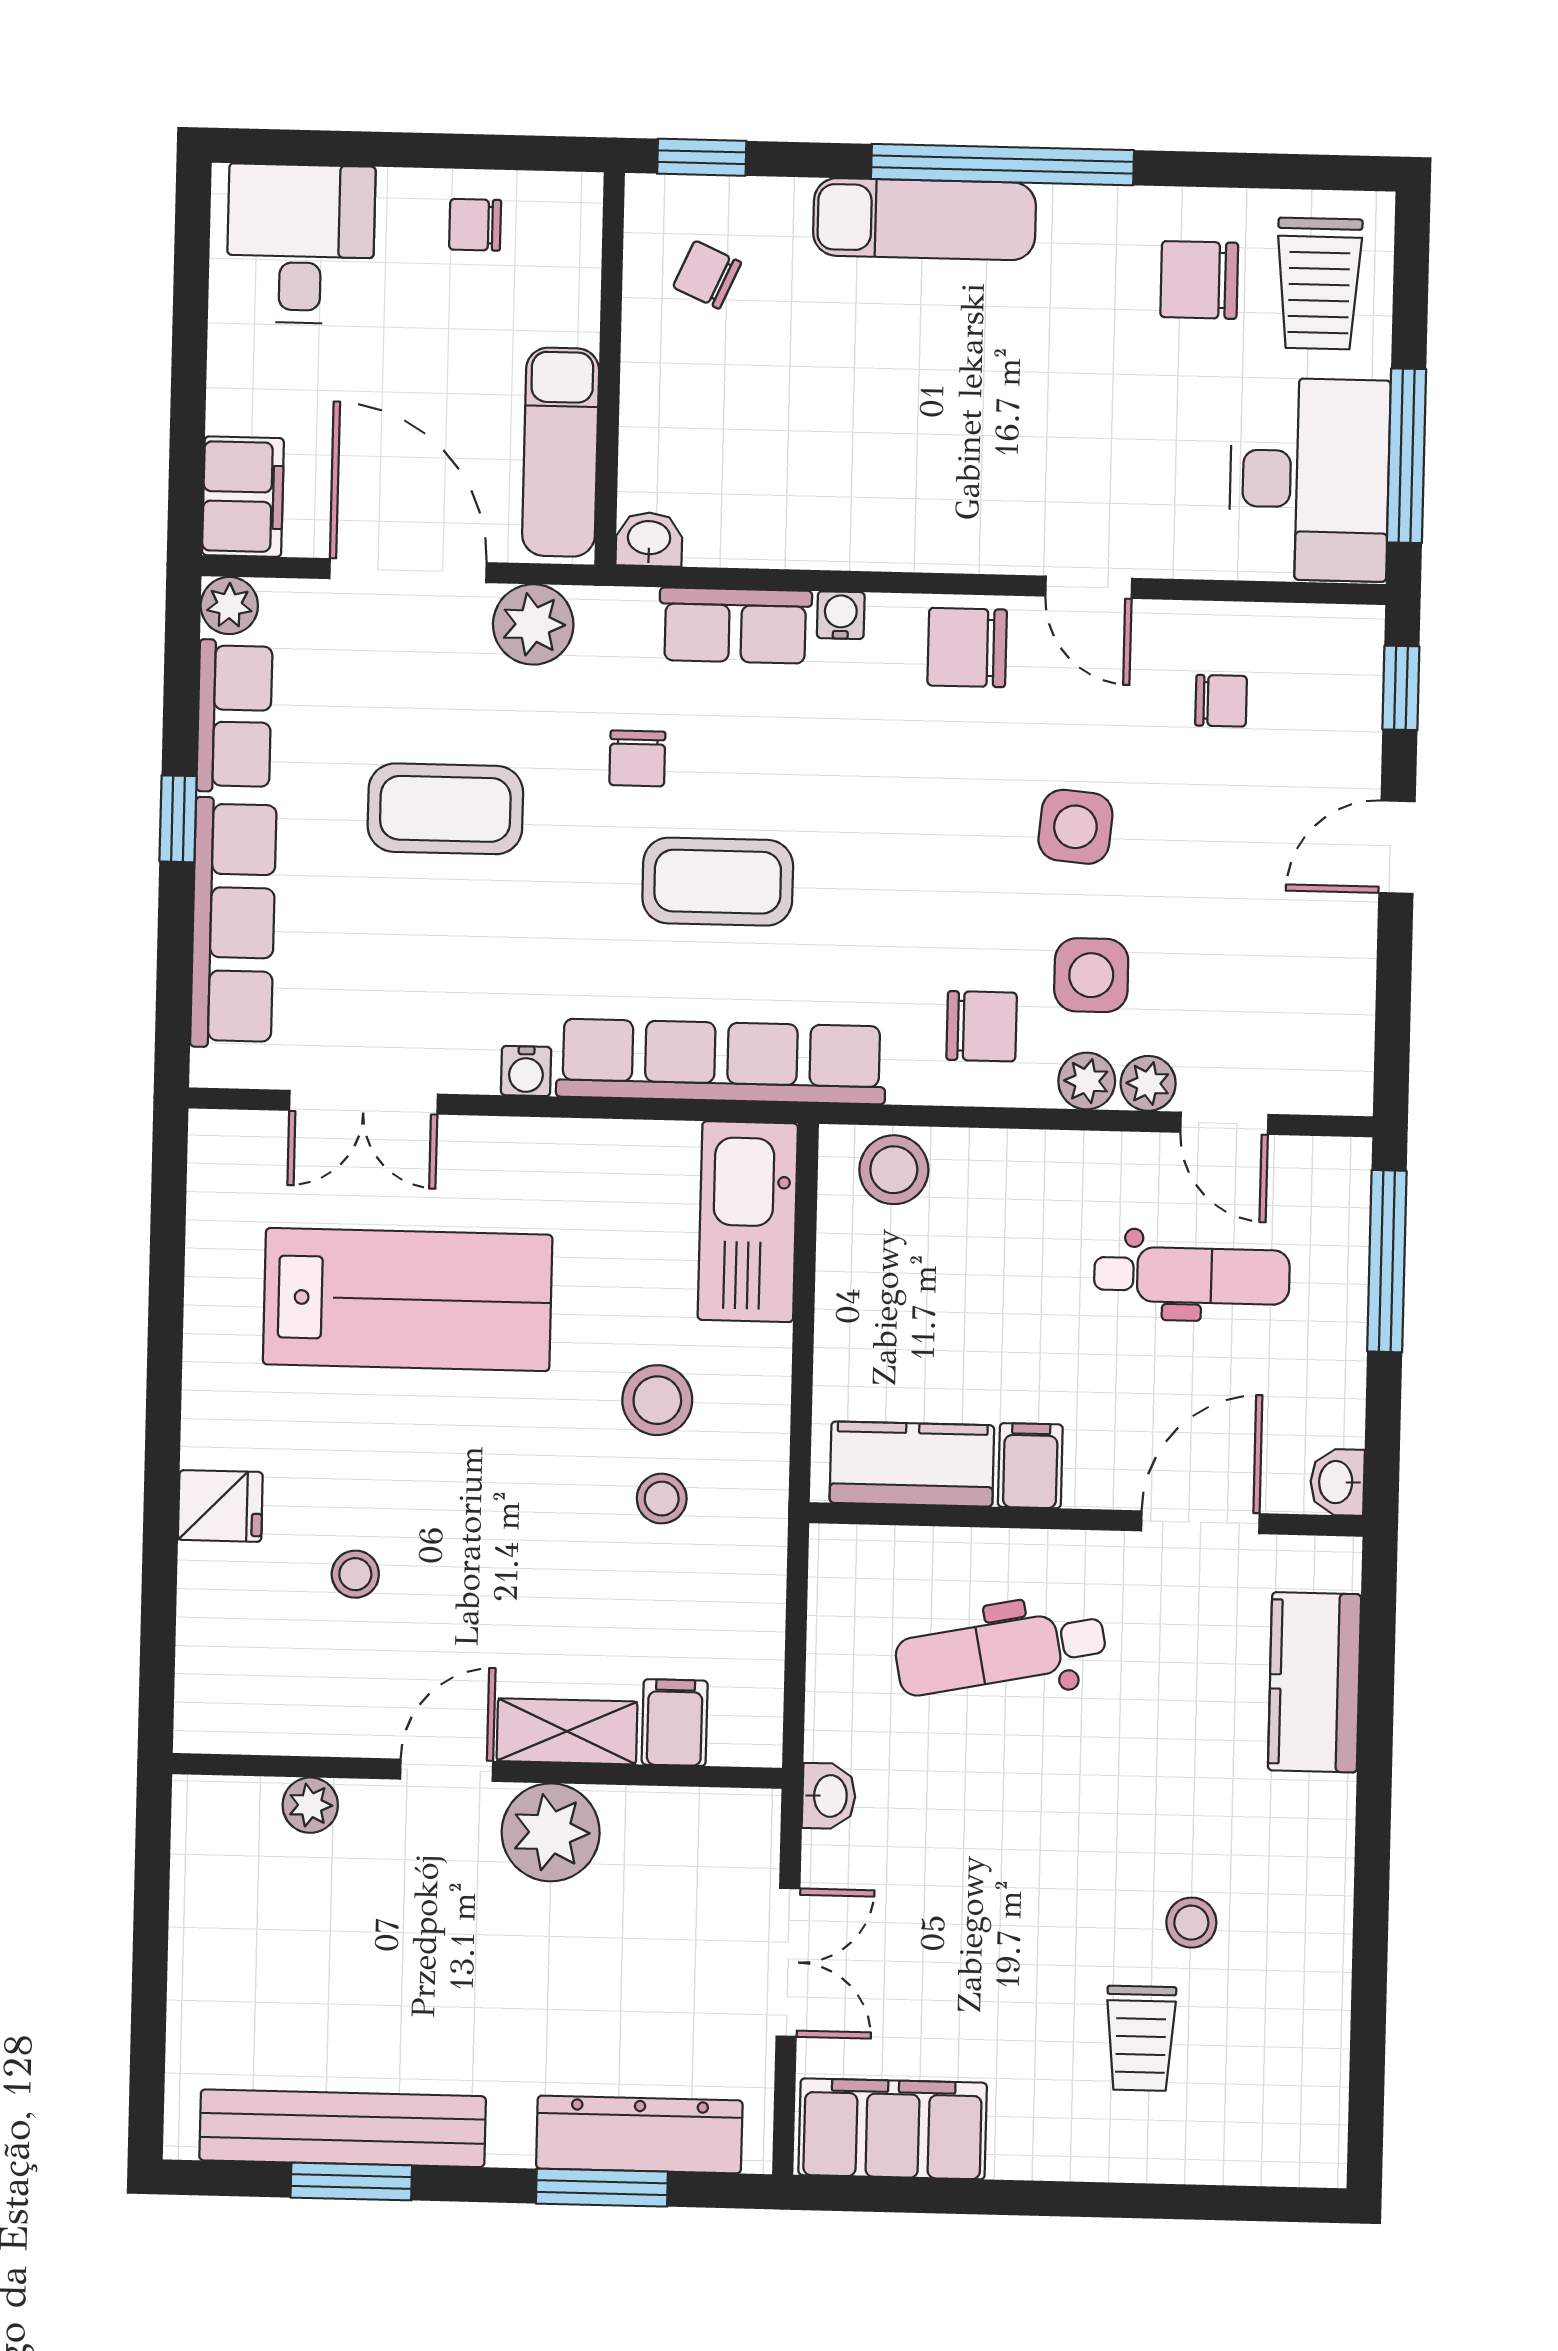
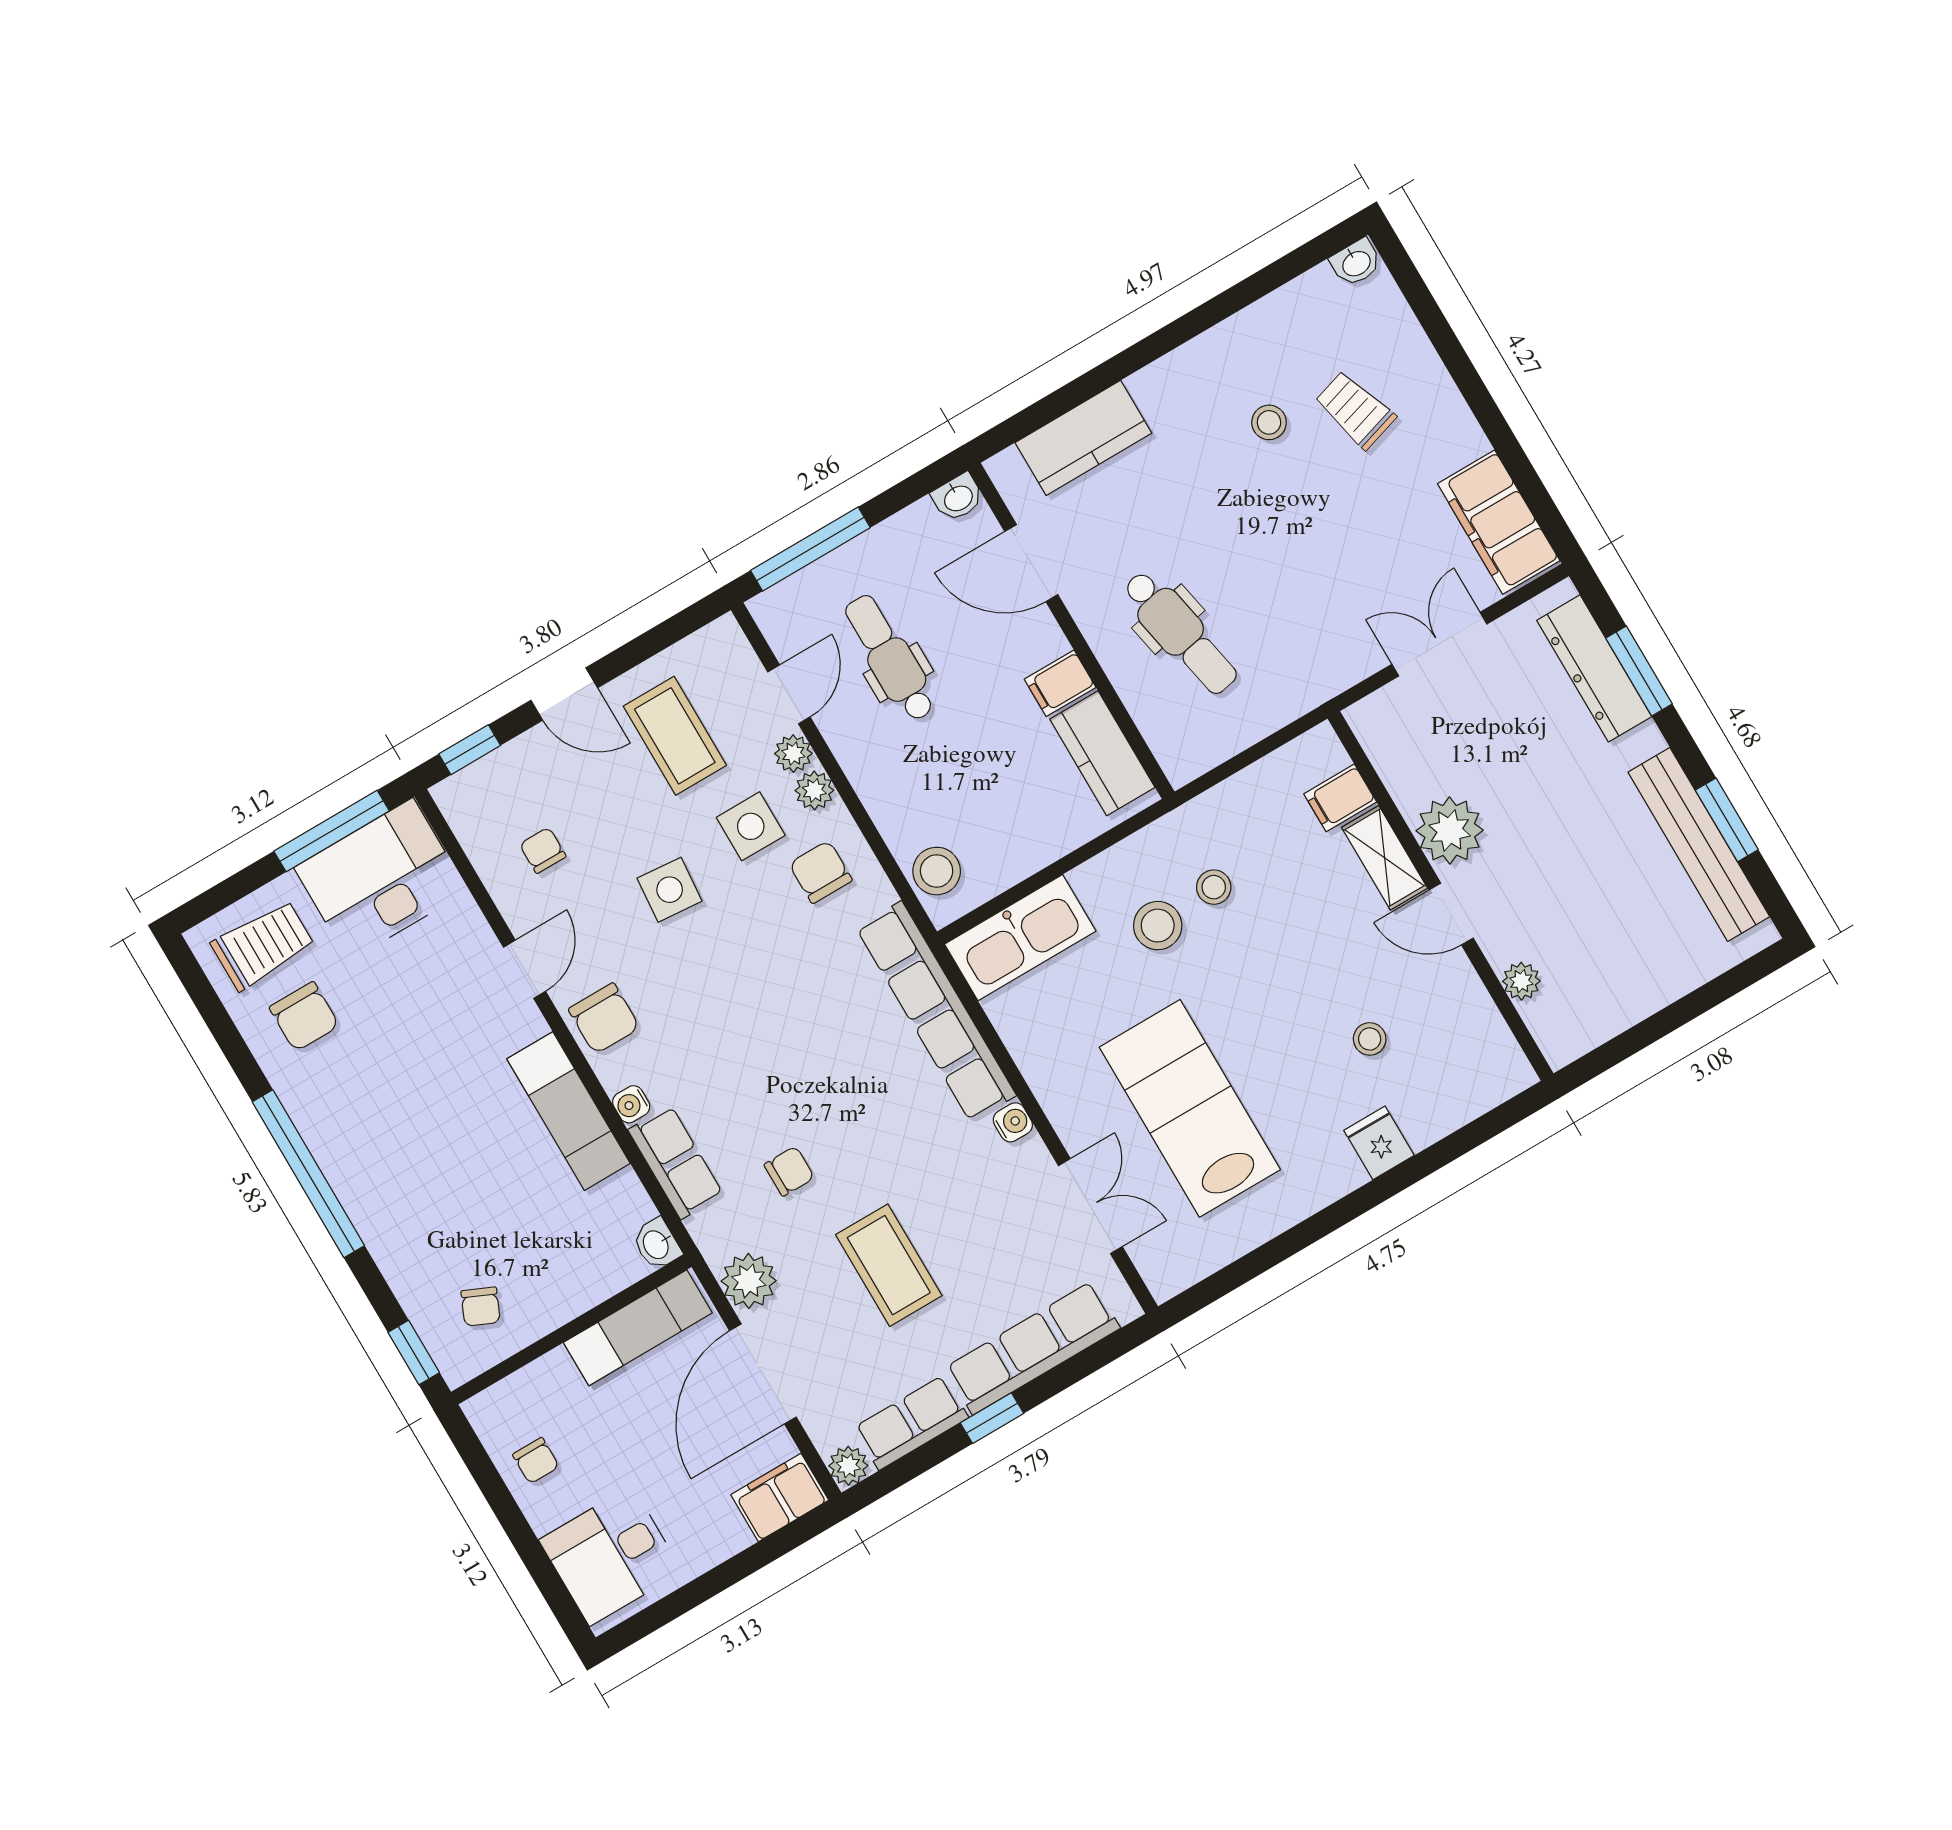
exam couch: (924, 219) -> (569, 1111), moved, turned 180
coffee table: (718, 882) -> (675, 736), moved
washbasin: (829, 1796) -> (1356, 263), moved, turned 180
trolley: (1141, 2038) -> (1355, 410), turned -107

